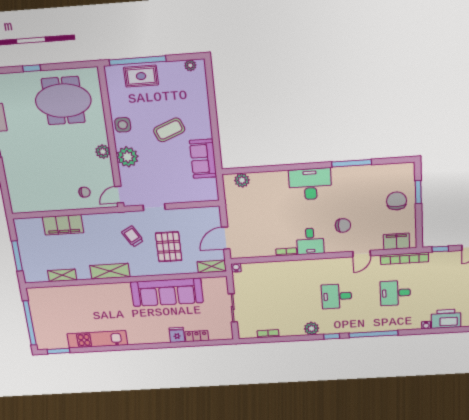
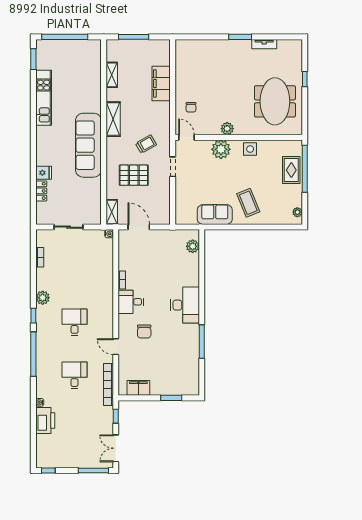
coffee table: (169, 130) -> (248, 203), moved
chair: (397, 201) -> (164, 379), removed
filing cabinet: (397, 241) -> (138, 388), moved, turned -90
sofa: (167, 292) -> (88, 145), moved

